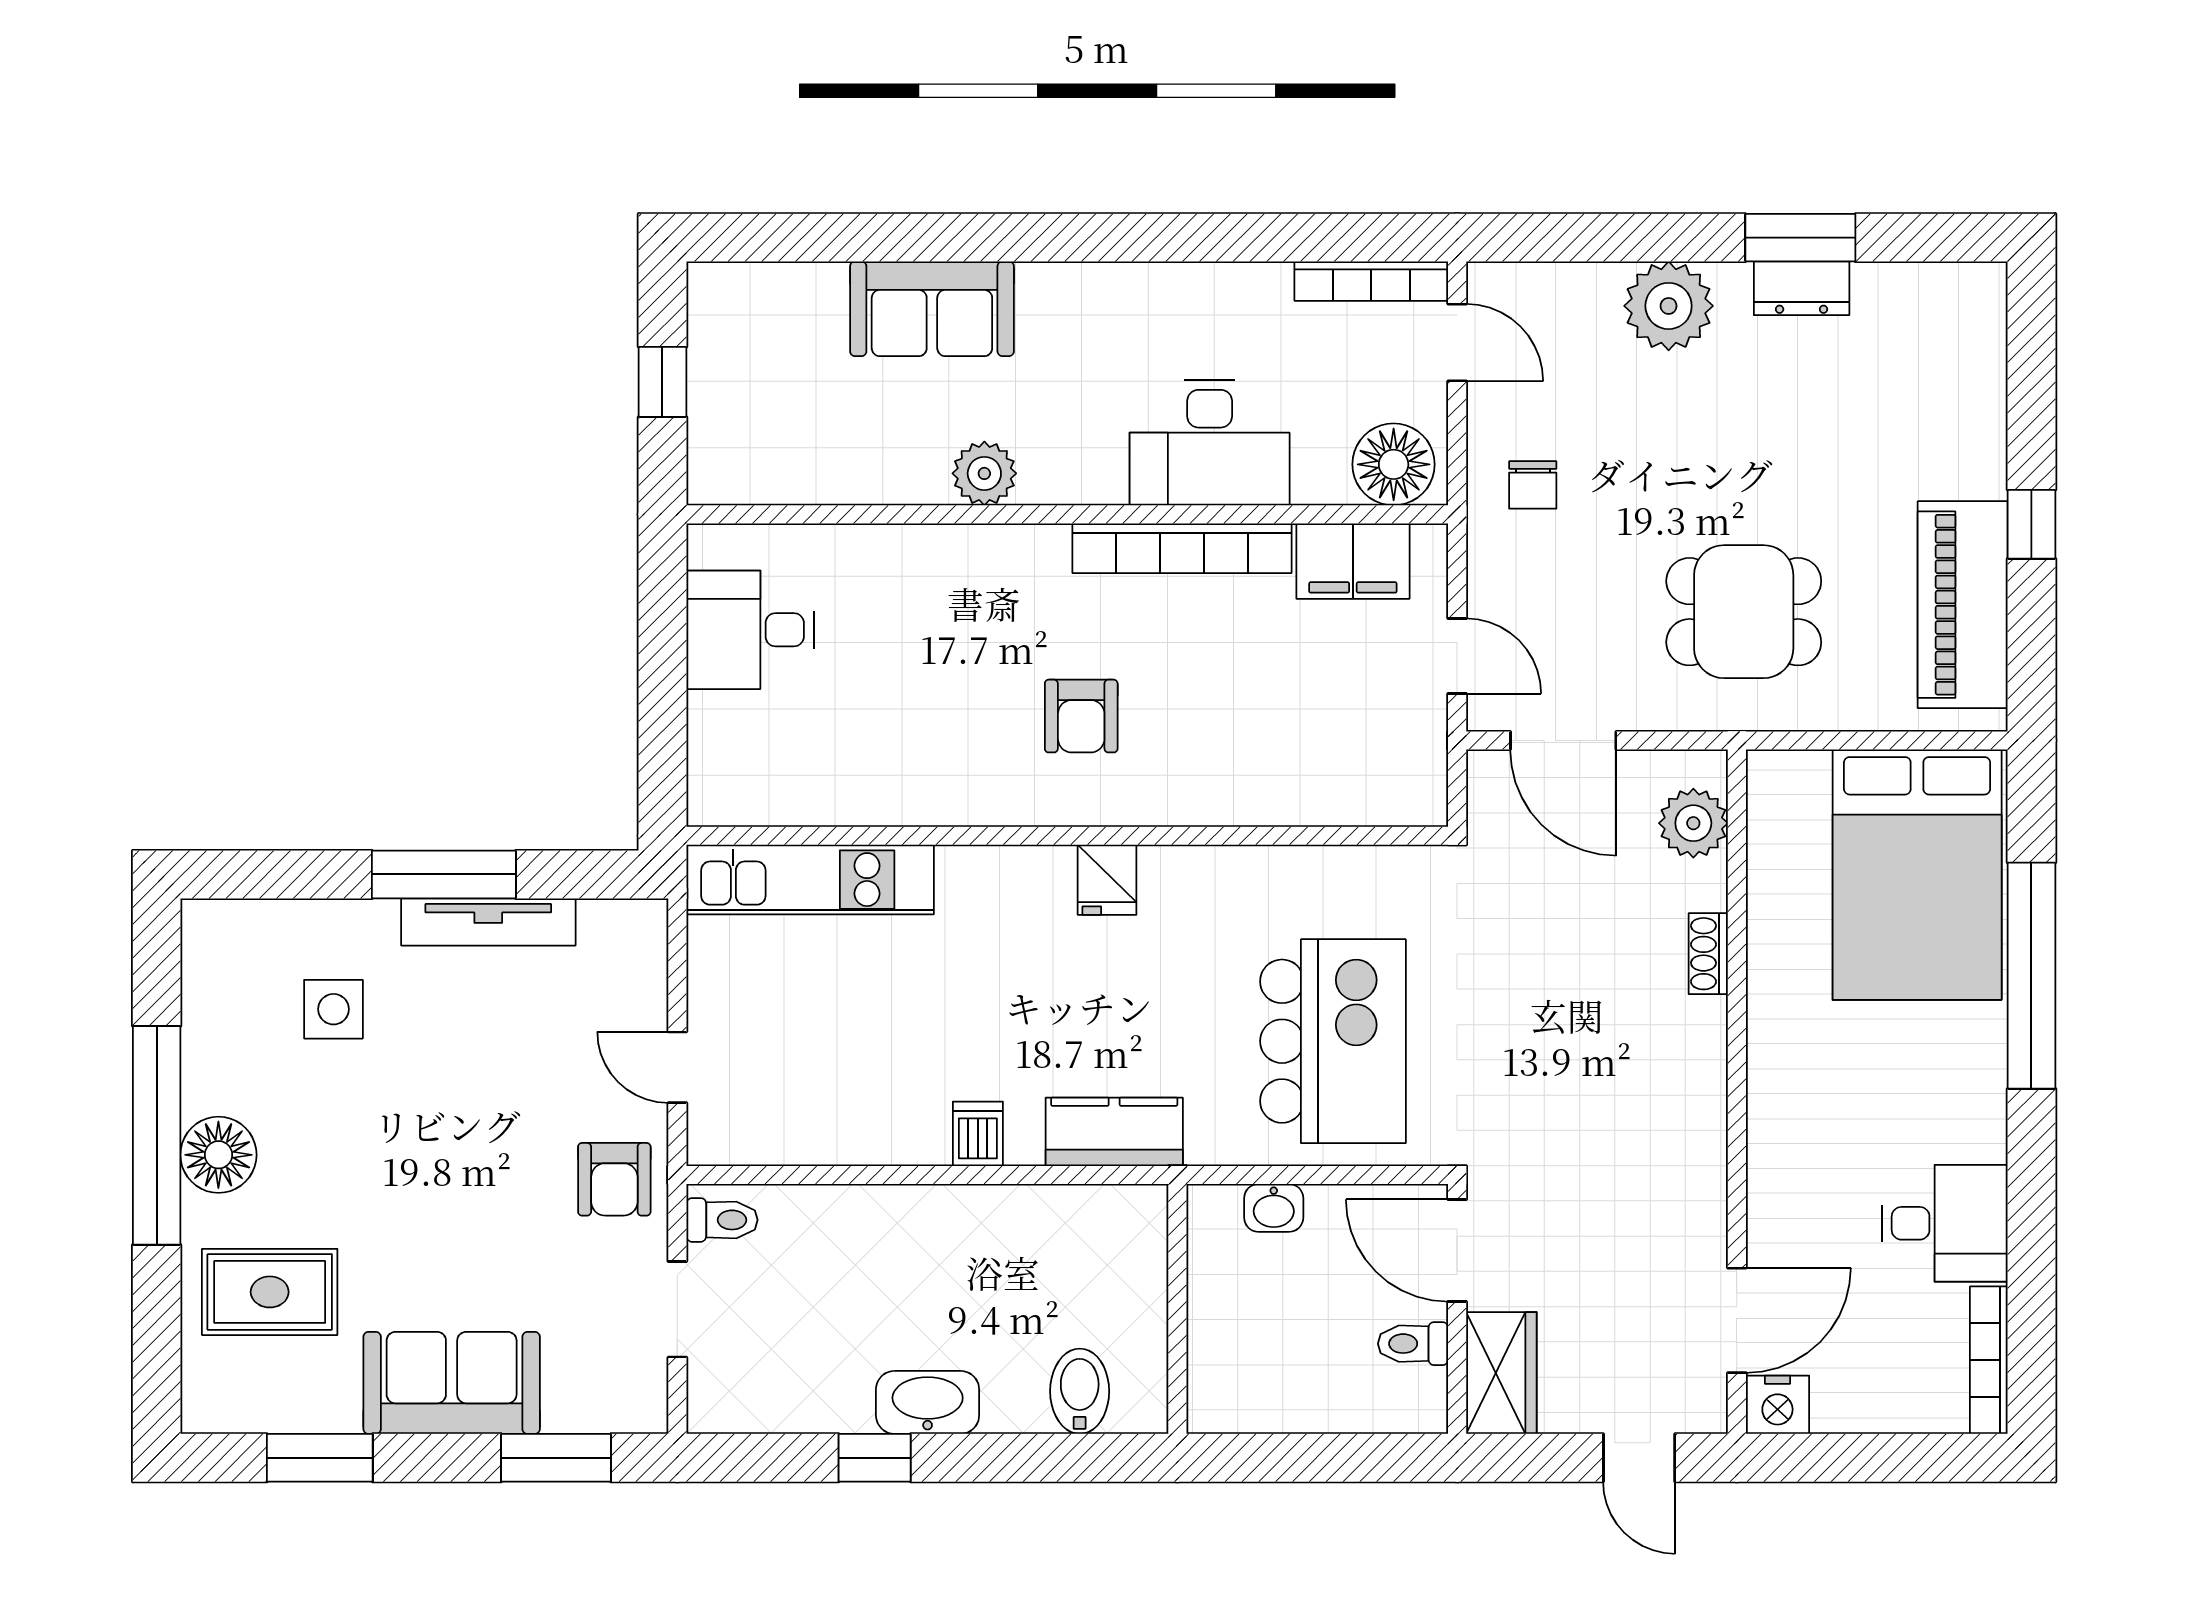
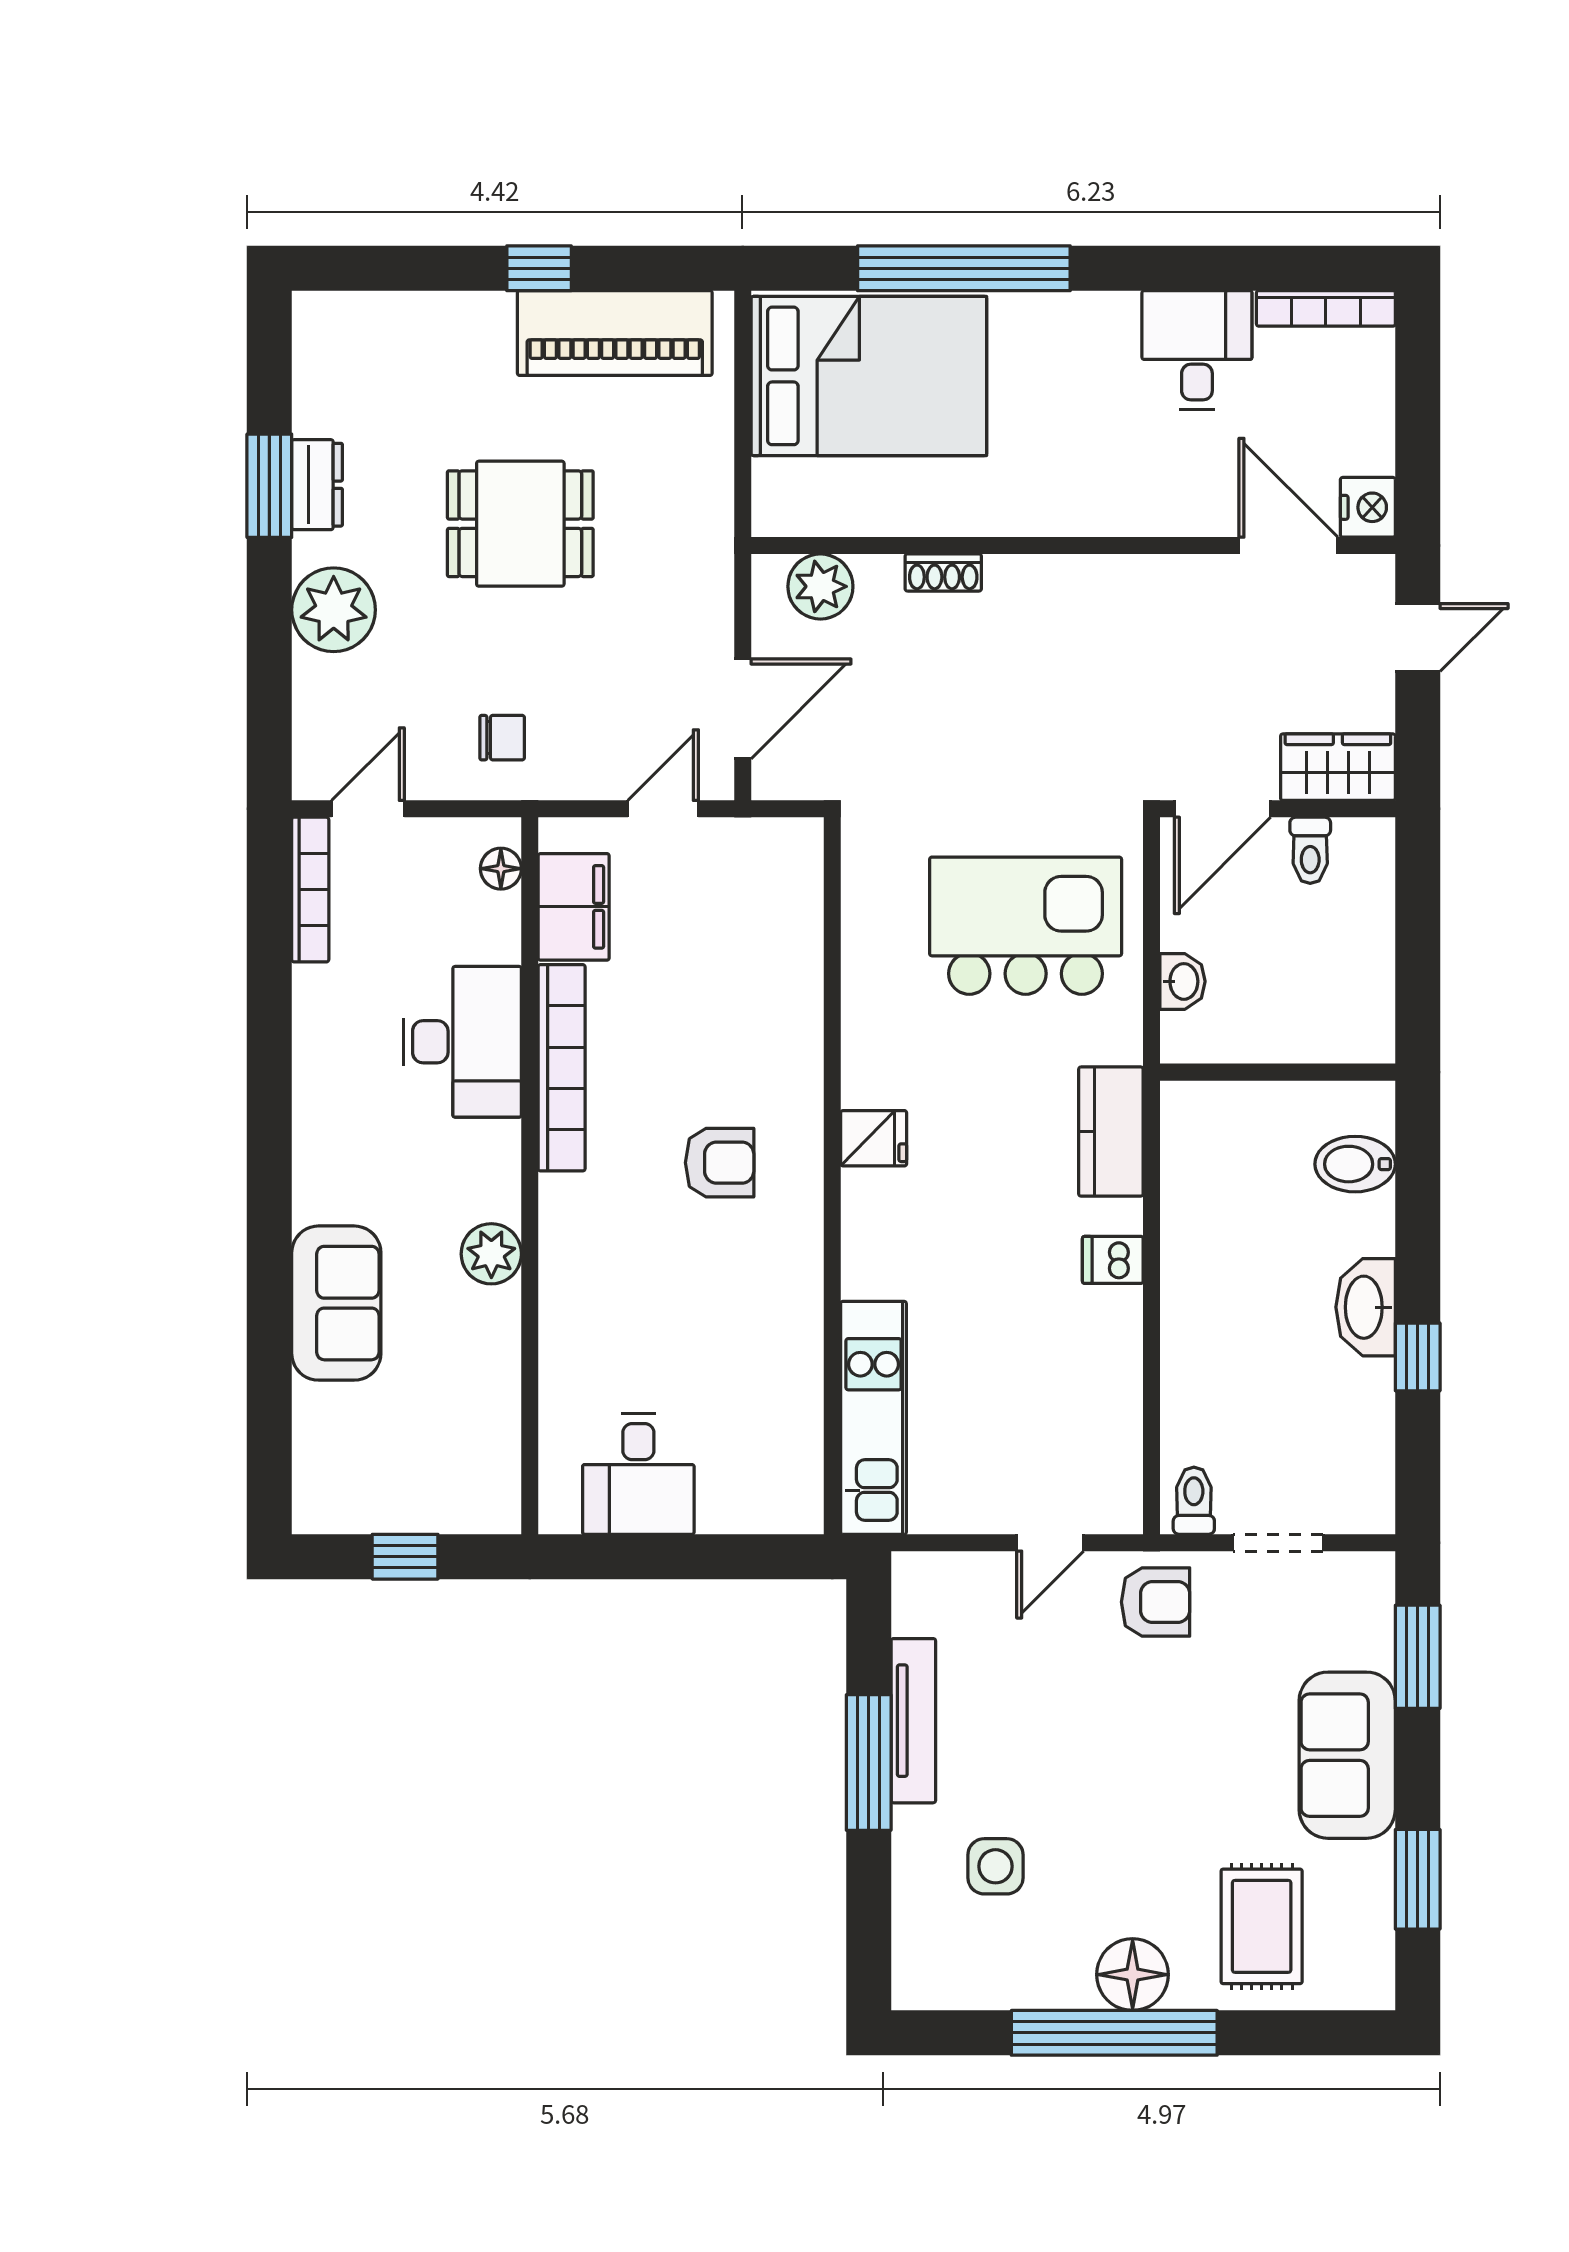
floor lamp: (1394, 464) -> (501, 869), width x0.53, depth x0.53
dining table: (1744, 612) -> (520, 524), moved, turned 90

